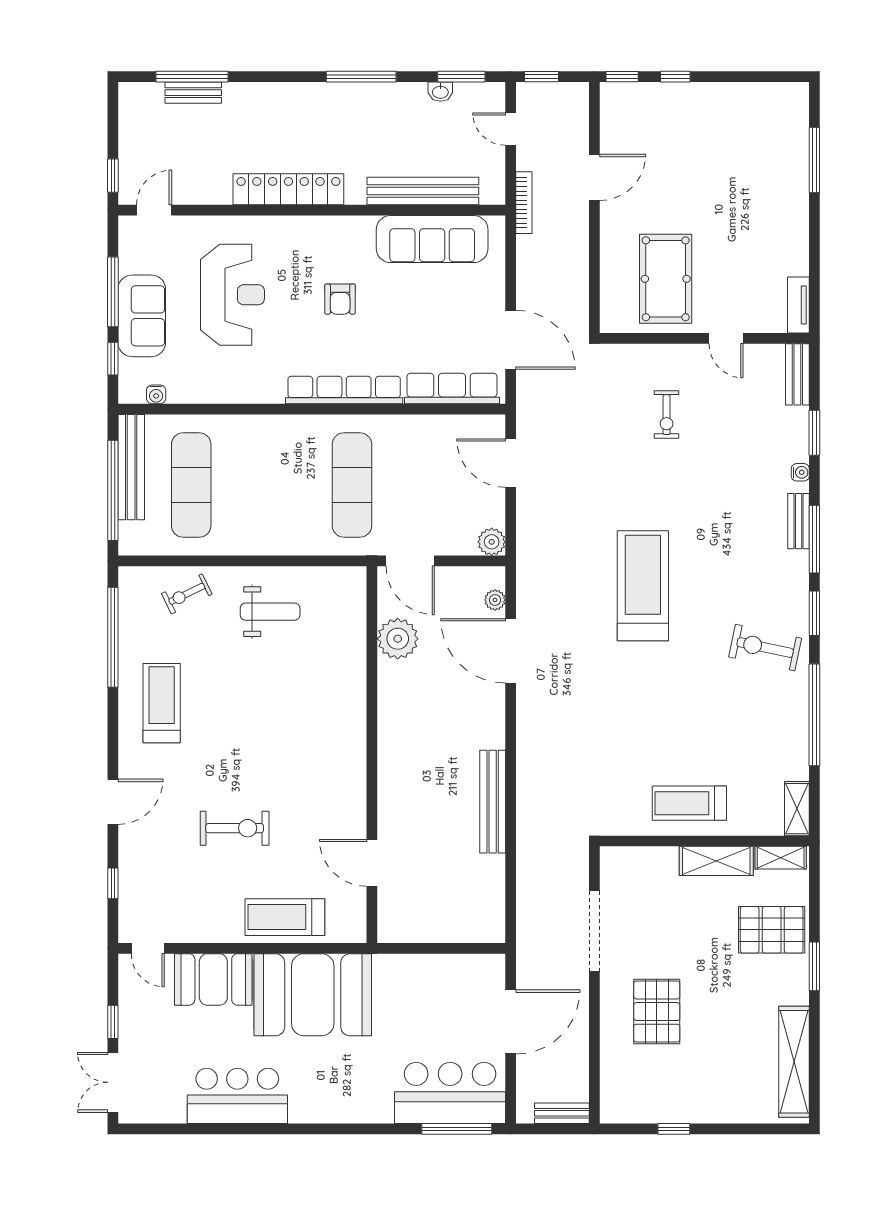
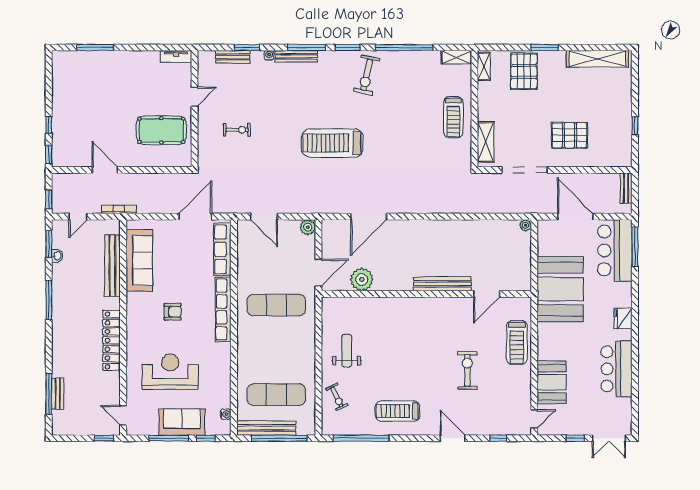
bench: (797, 374) -> (233, 57), moved
door: (511, 463) -> (264, 217), hinge flipped
bench: (799, 521) -> (296, 56), width x1.36
plant: (495, 600) -> (526, 225), moved
bench: (493, 802) -> (442, 284), moved
shelving: (716, 861) -> (486, 142), moved
booth: (313, 995) -> (560, 289), moved
fridge: (328, 1108) -> (623, 318), added

